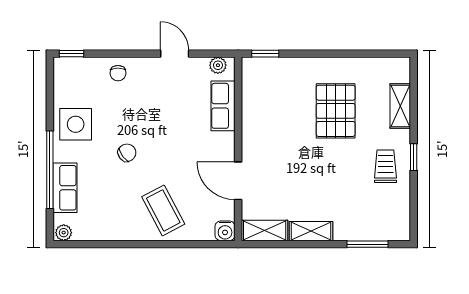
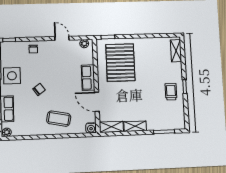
row of seats: (223, 106) -> (88, 78), moved
shelving: (400, 106) -> (176, 51), moved
pallet: (336, 111) -> (120, 63), moved, width x1.37, depth x1.41
coffee table: (163, 210) -> (59, 119), turned -51

